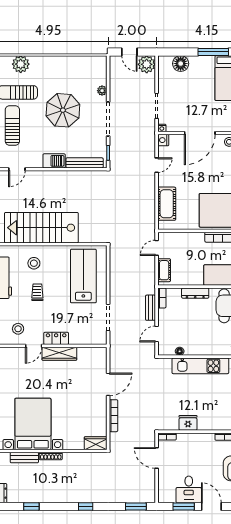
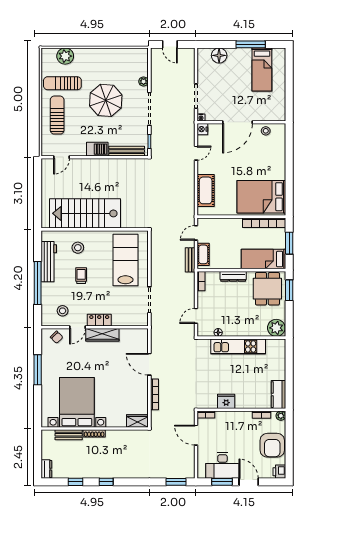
plant: (147, 64) -> (186, 56), removed
bench: (150, 308) -> (190, 260), moved
chair: (12, 356) -> (57, 337), added
door: (108, 384) -> (149, 364), swing flipped
desk: (189, 489) -> (222, 465), width x1.37
window: (86, 507) -> (106, 482), moved

